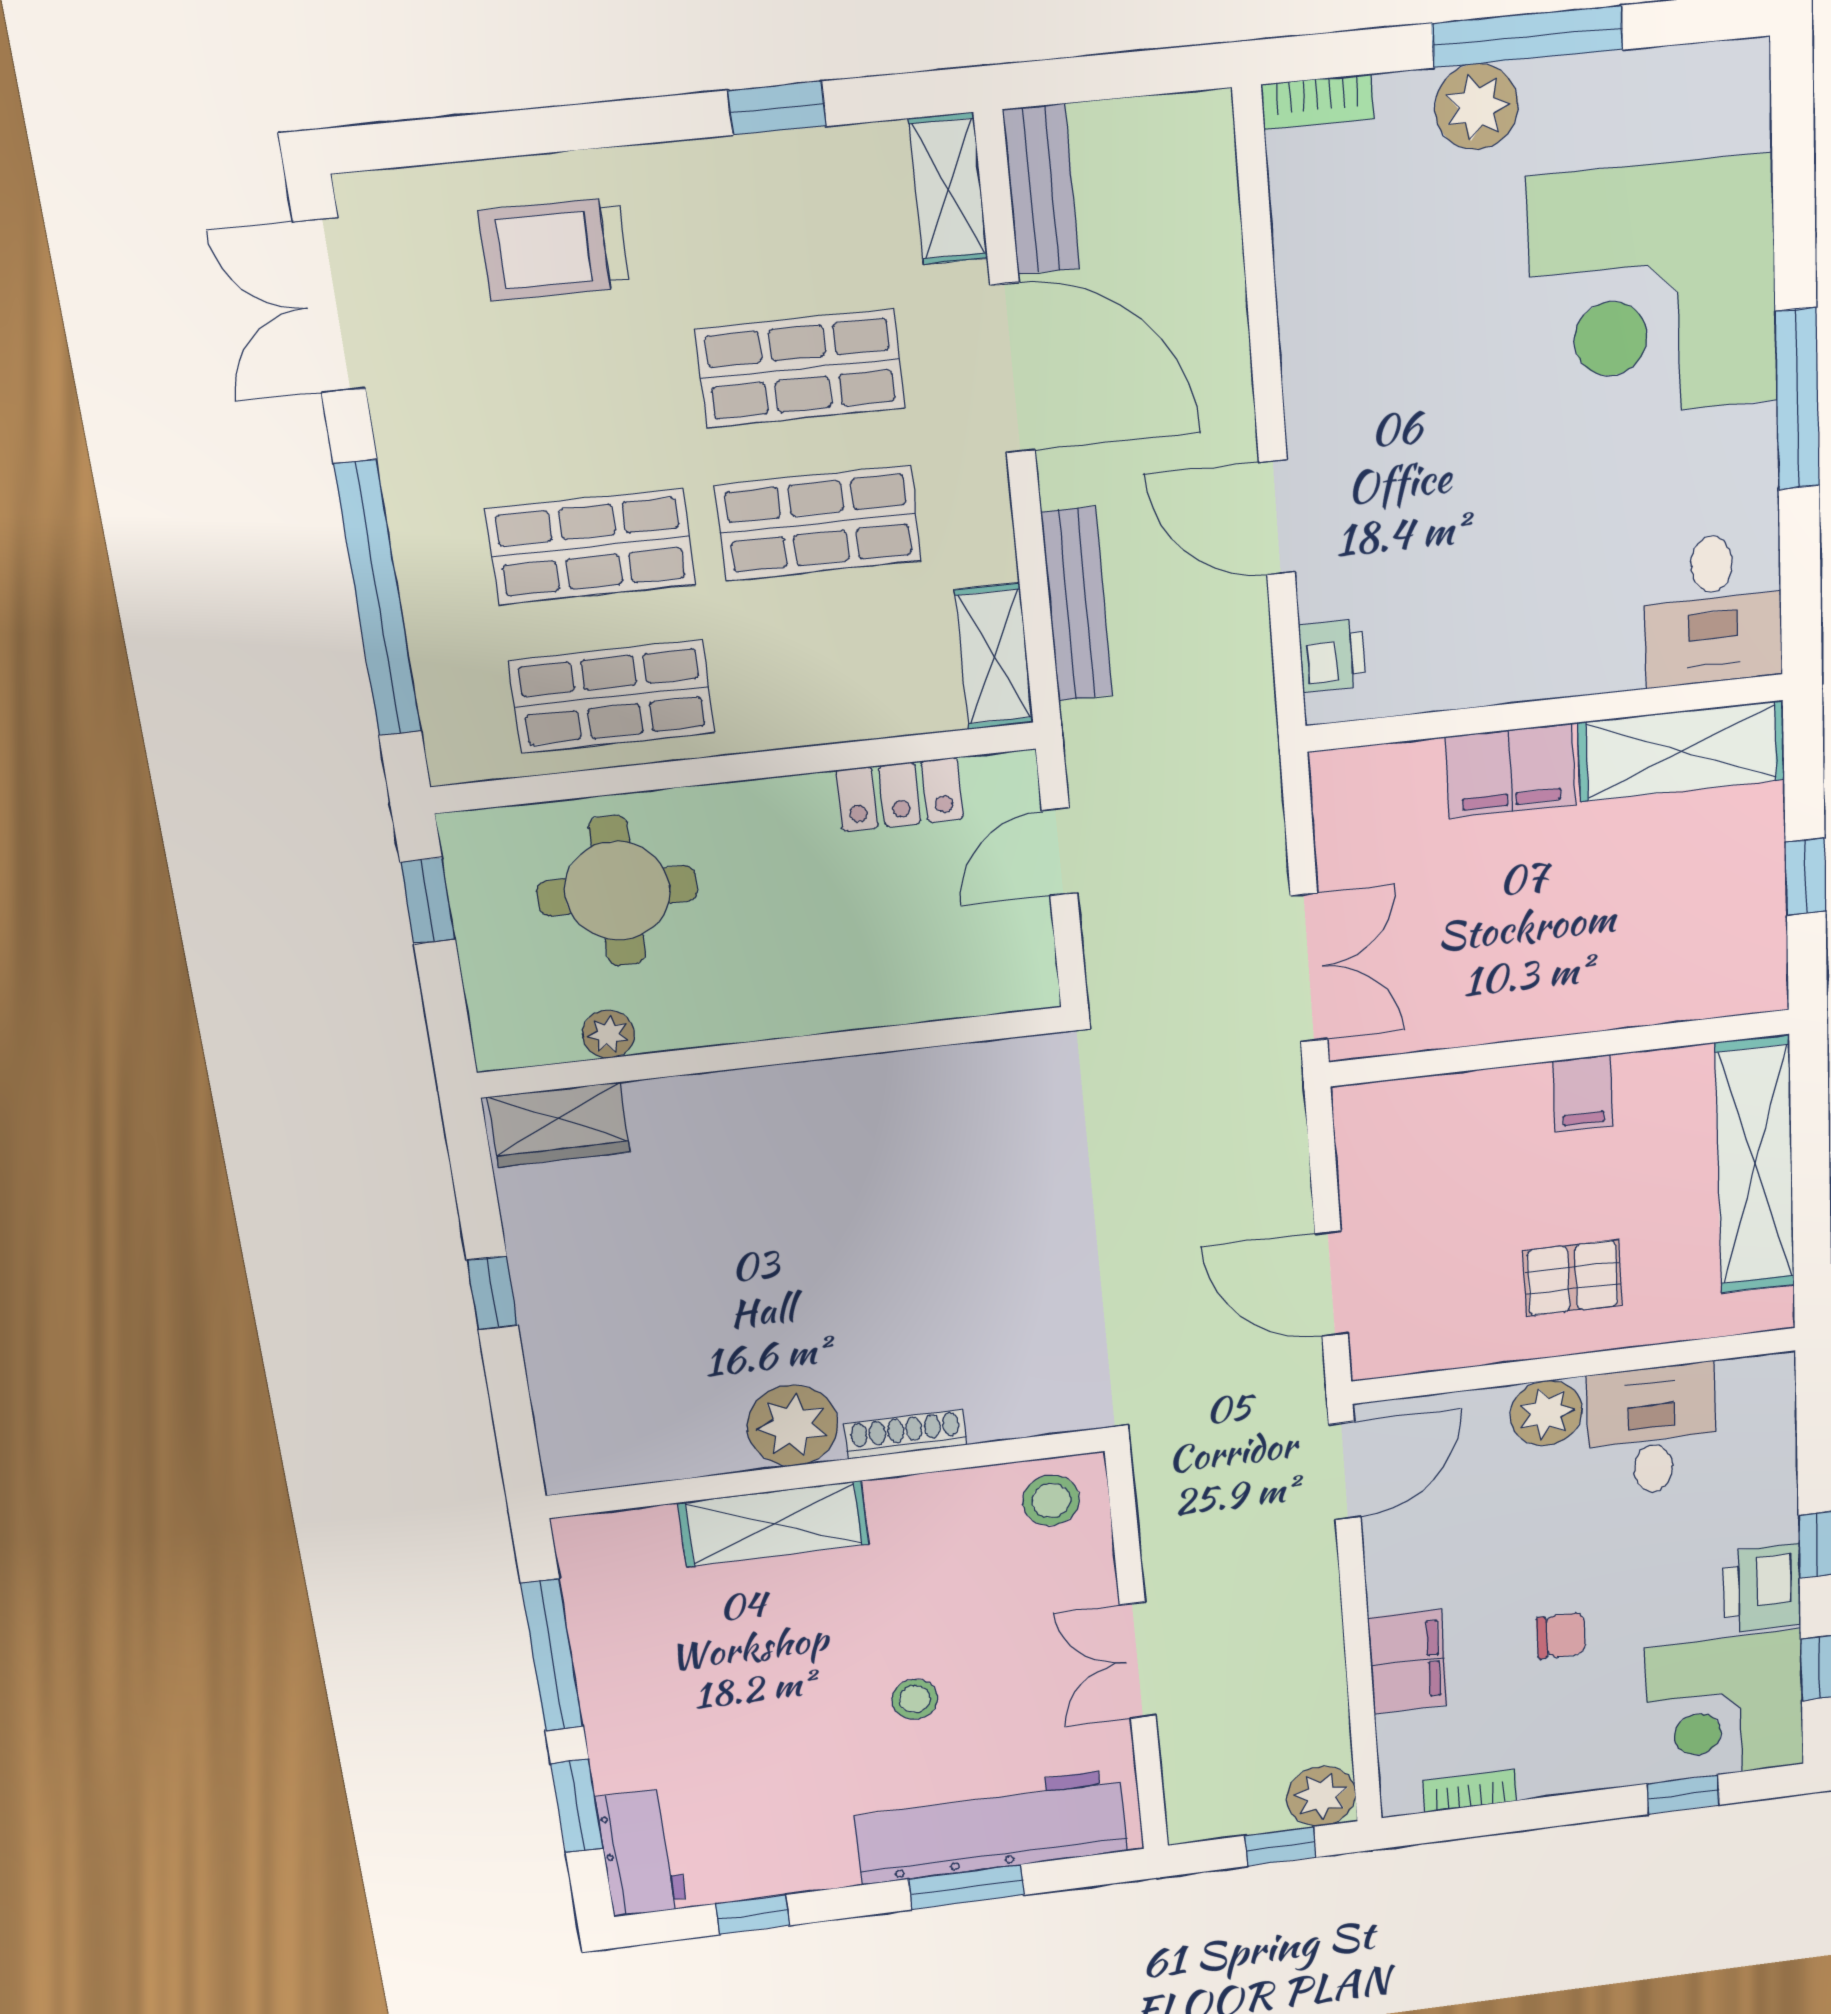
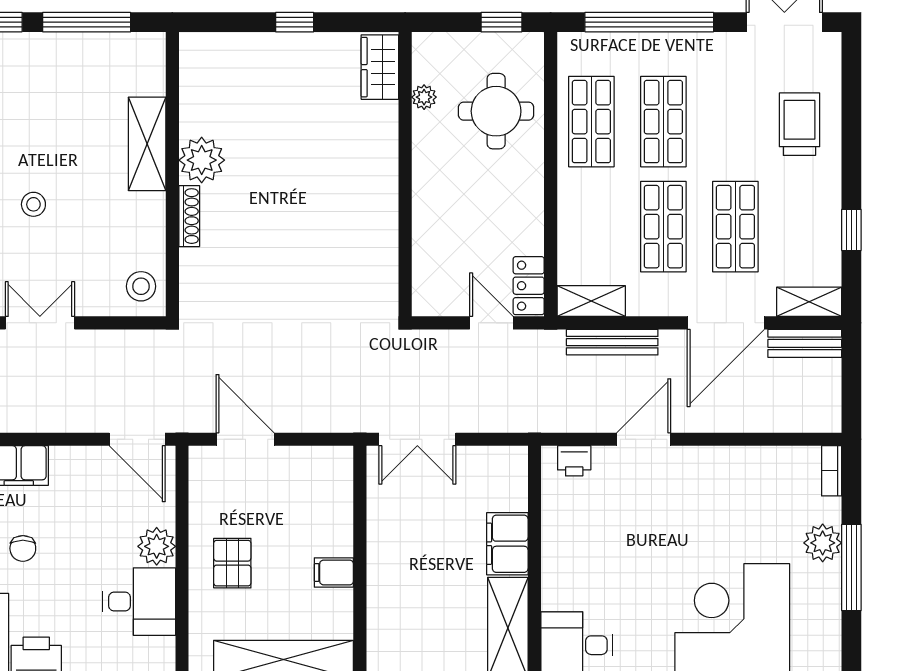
locker: (900, 795) -> (529, 286), moved
door: (1331, 1284) -> (245, 439), hinge flipped

